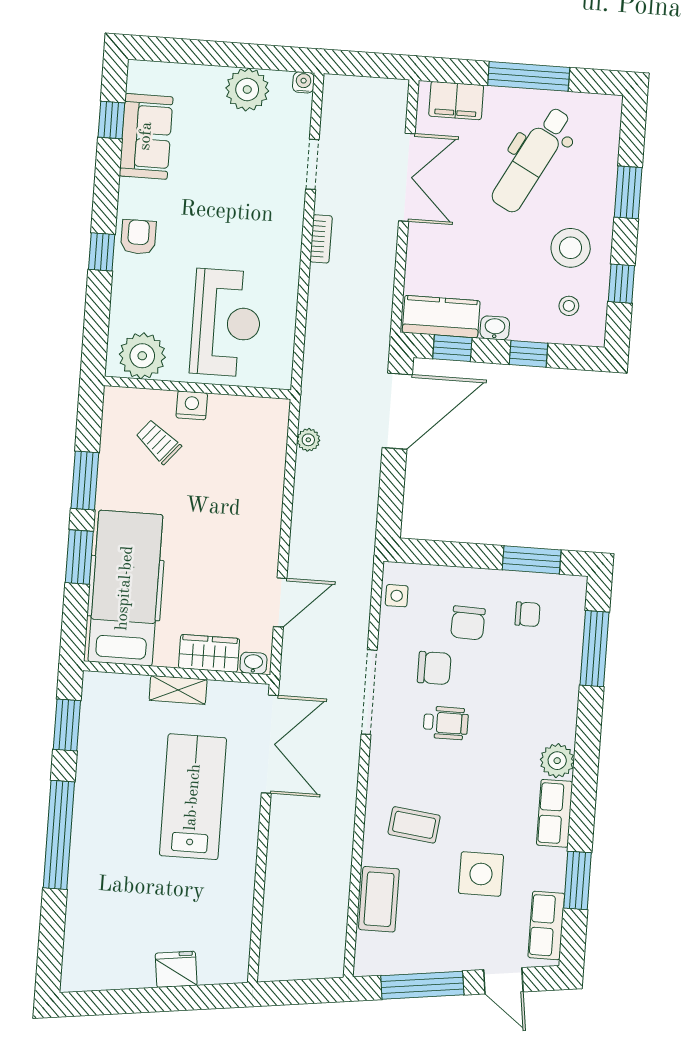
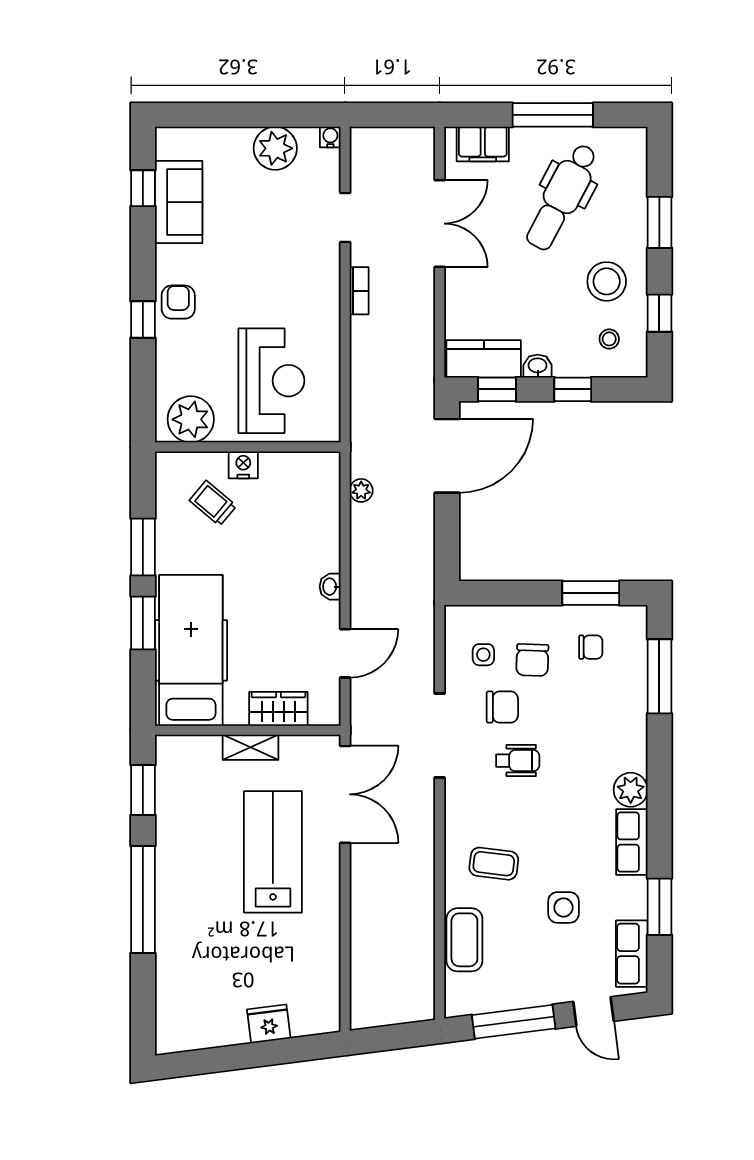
side table: (397, 596) -> (483, 655), moved
washbasin: (253, 663) -> (330, 587), moved, turned -90
side table: (481, 874) -> (563, 907), width x0.73, depth x0.73

